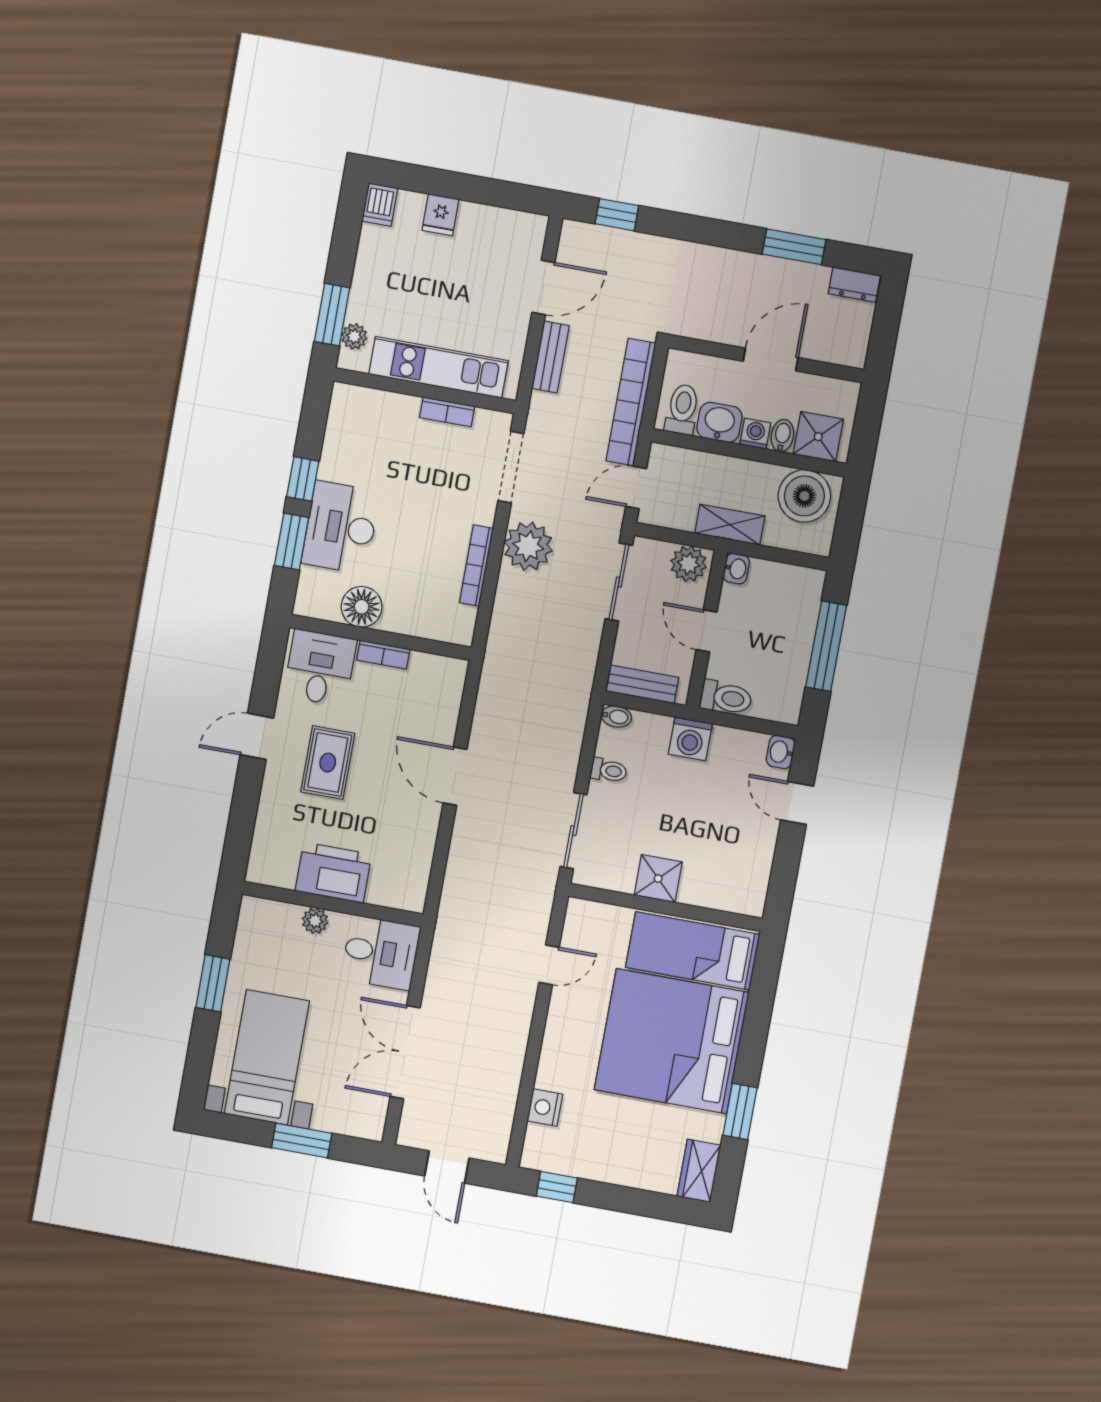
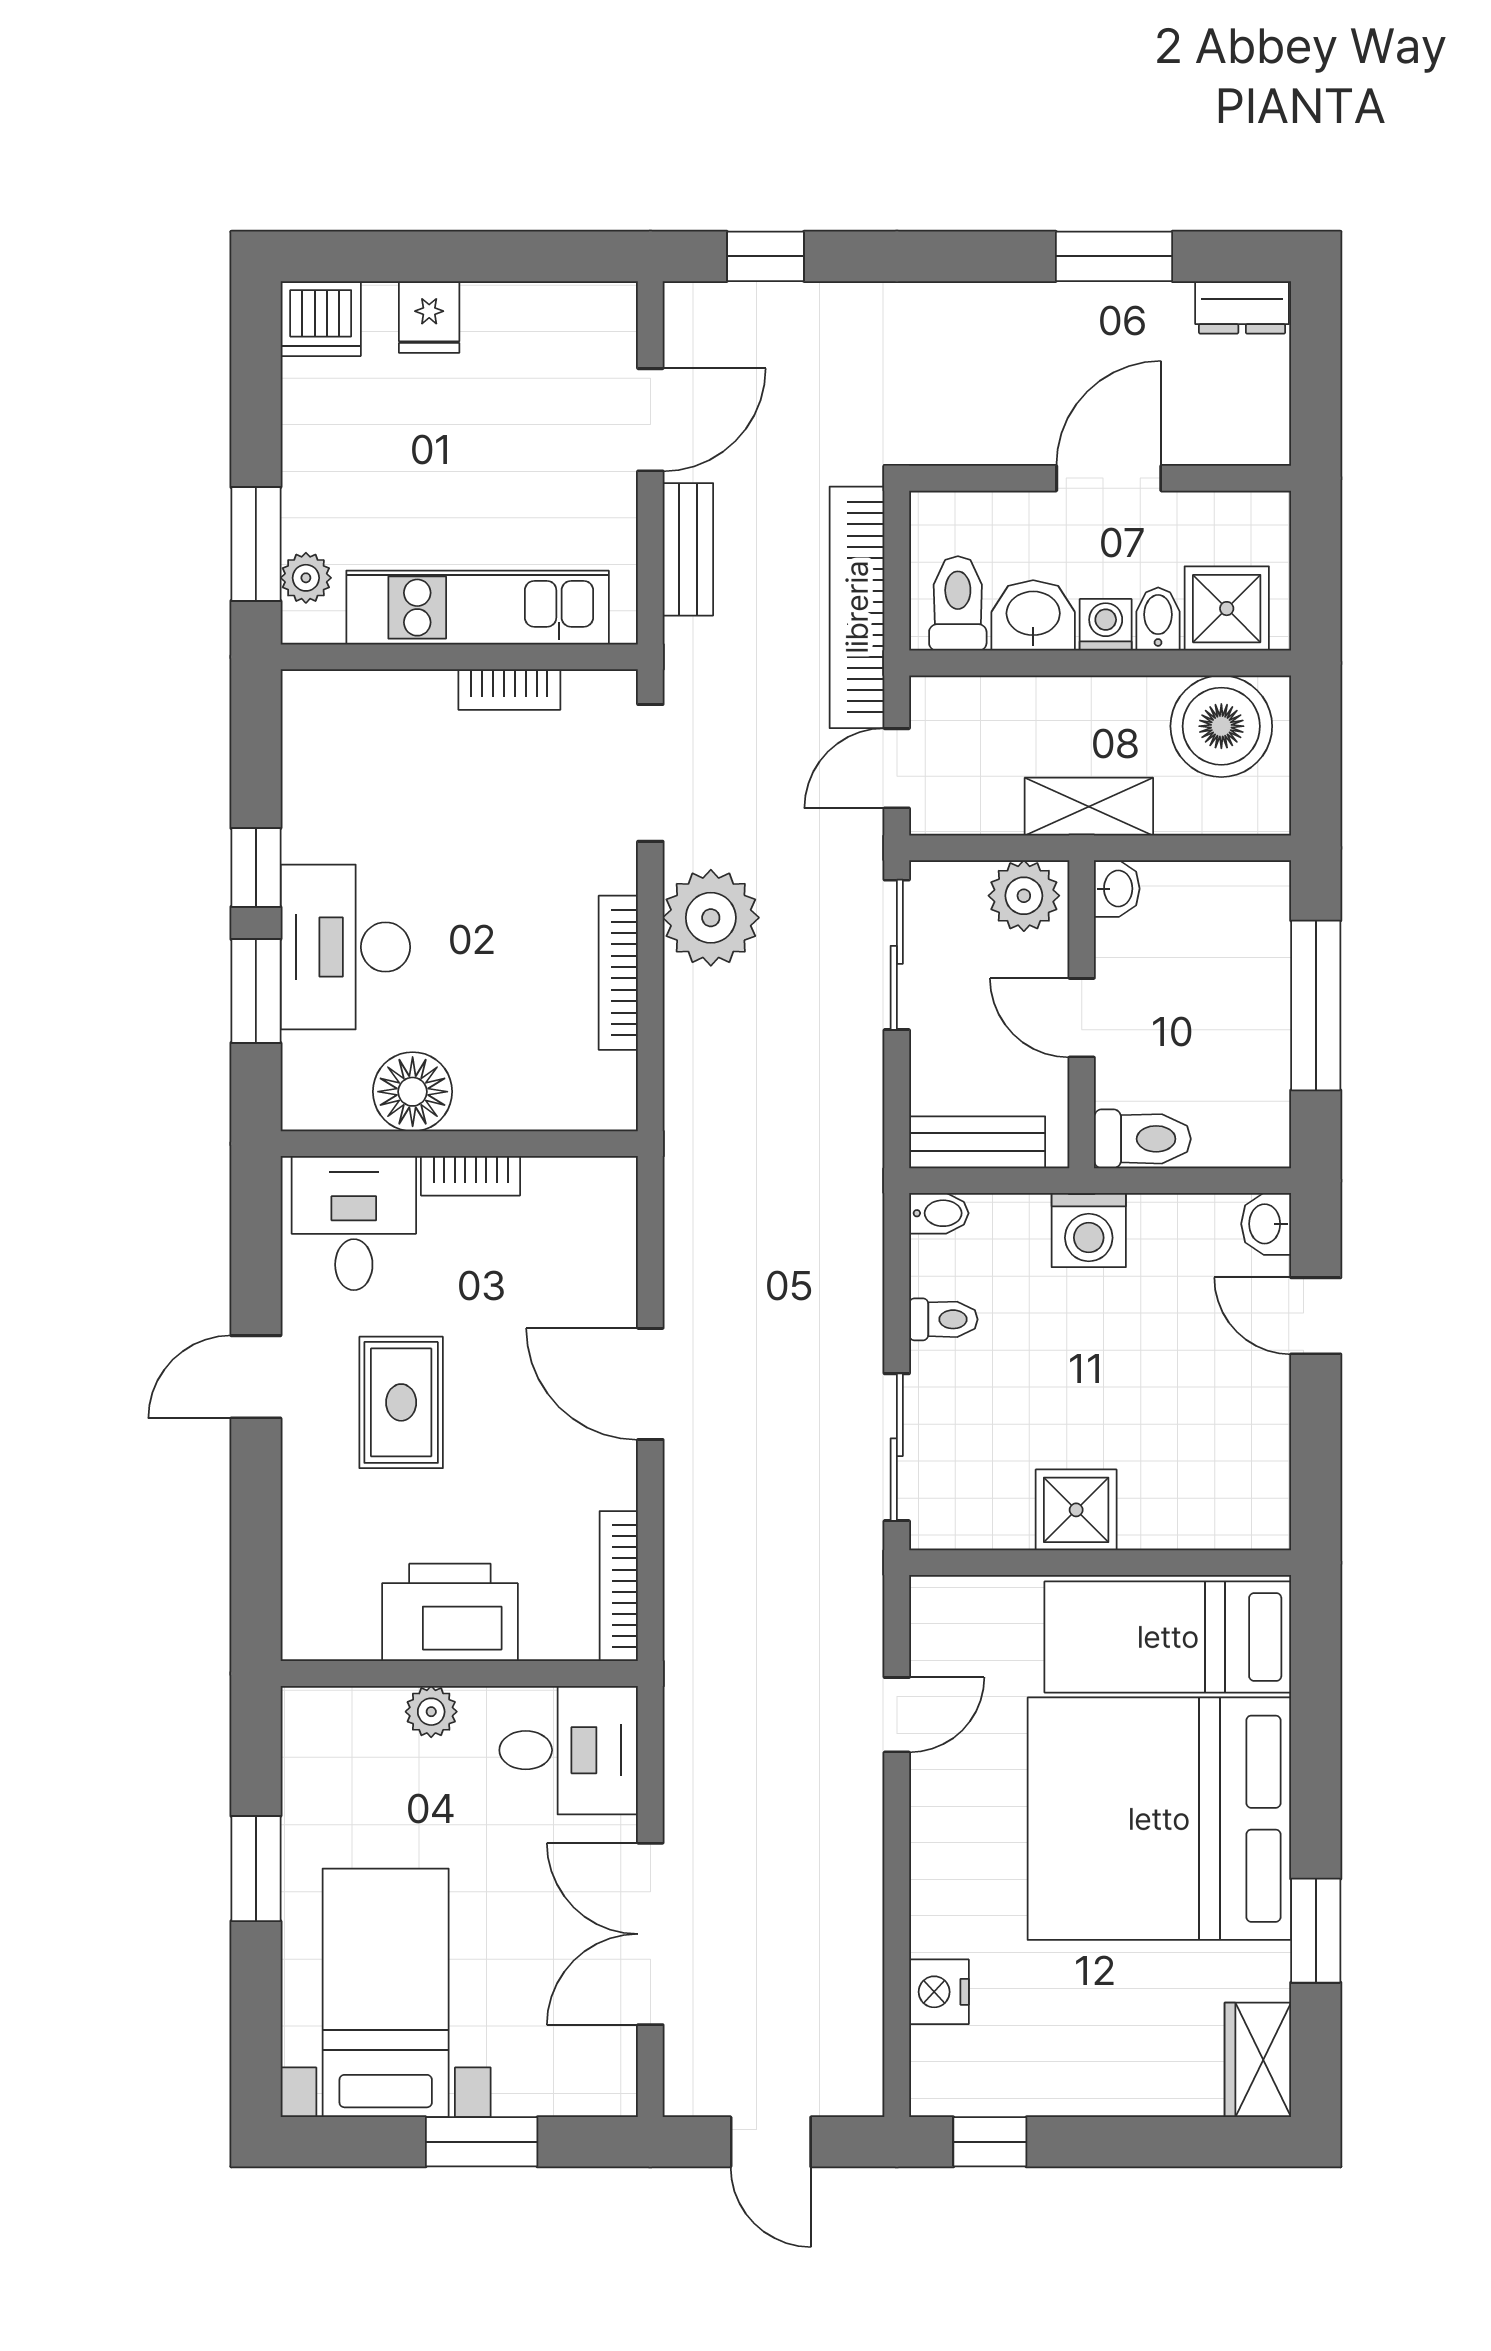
dishwasher: (380, 205) -> (321, 319), width x1.38
bookcase: (421, 875) -> (619, 1586), added

